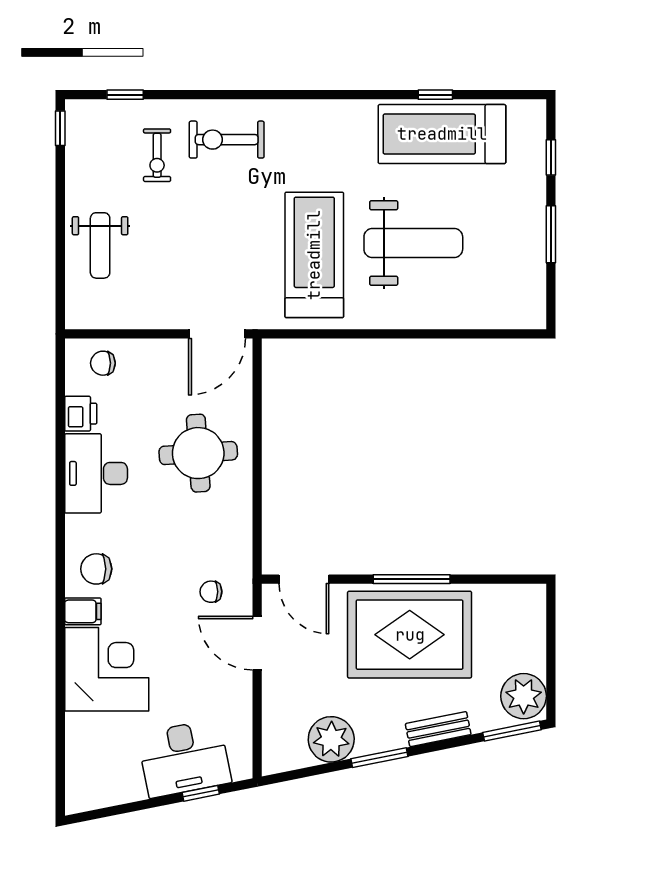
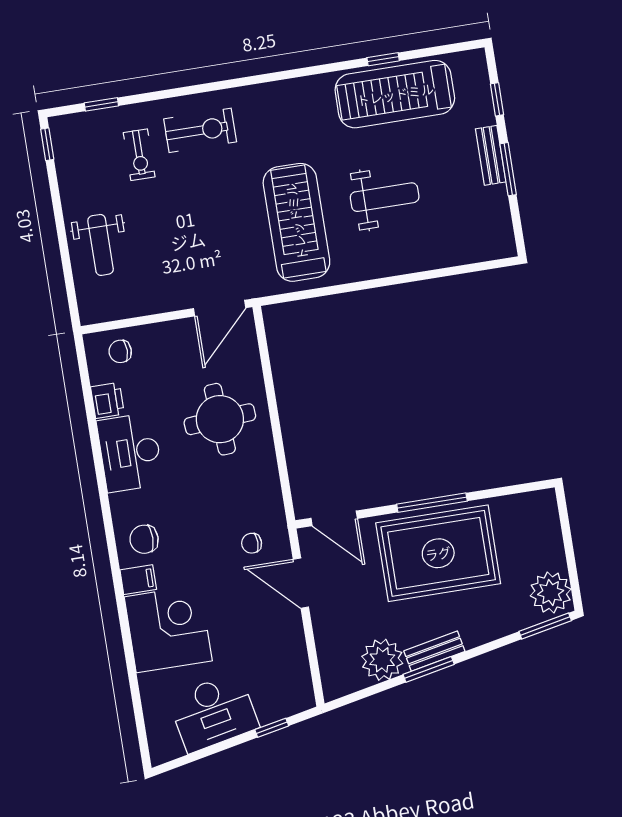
exercise bike: (227, 140) -> (200, 130), turned 180
bench: (534, 216) -> (491, 155), added
weight bench: (413, 243) -> (385, 197), width x0.73, depth x0.75
bench: (438, 729) -> (434, 651), moved
desk: (184, 758) -> (213, 712), moved

